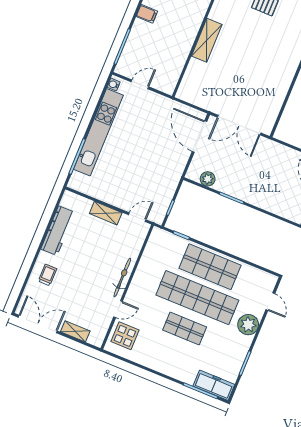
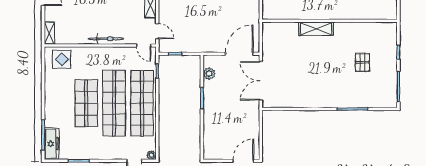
shop shelf: (210, 267) -> (142, 103), width x1.40
door: (118, 309) -> (144, 46), moved
plant: (248, 325) -> (151, 155), moved, width x0.53, depth x0.53
shop shelf: (185, 329) -> (86, 103), width x1.43, depth x1.36
shelving: (75, 331) -> (49, 33), moved

